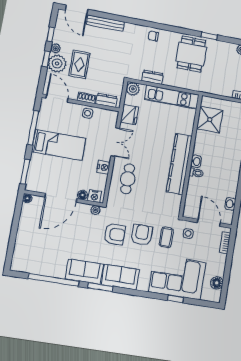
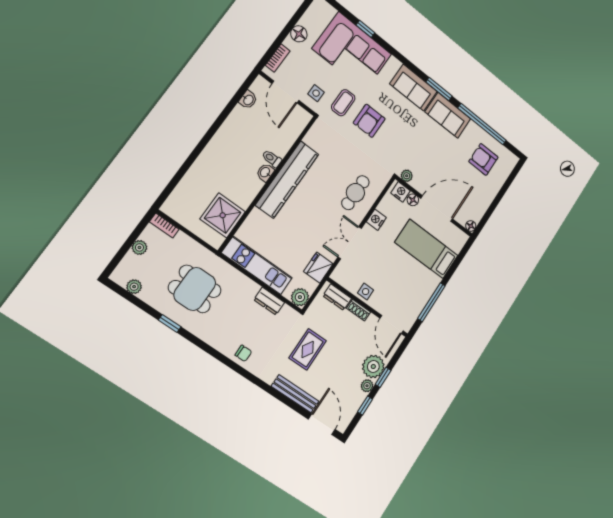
dining table: (191, 54) -> (195, 289), moved, turned 90
rug: (79, 64) -> (308, 349), moved
bed: (59, 145) -> (426, 249), moved
window: (25, 172) -> (461, 257), removed
armchair: (114, 234) -> (483, 159), moved
floor lamp: (217, 283) -> (299, 34), moved

